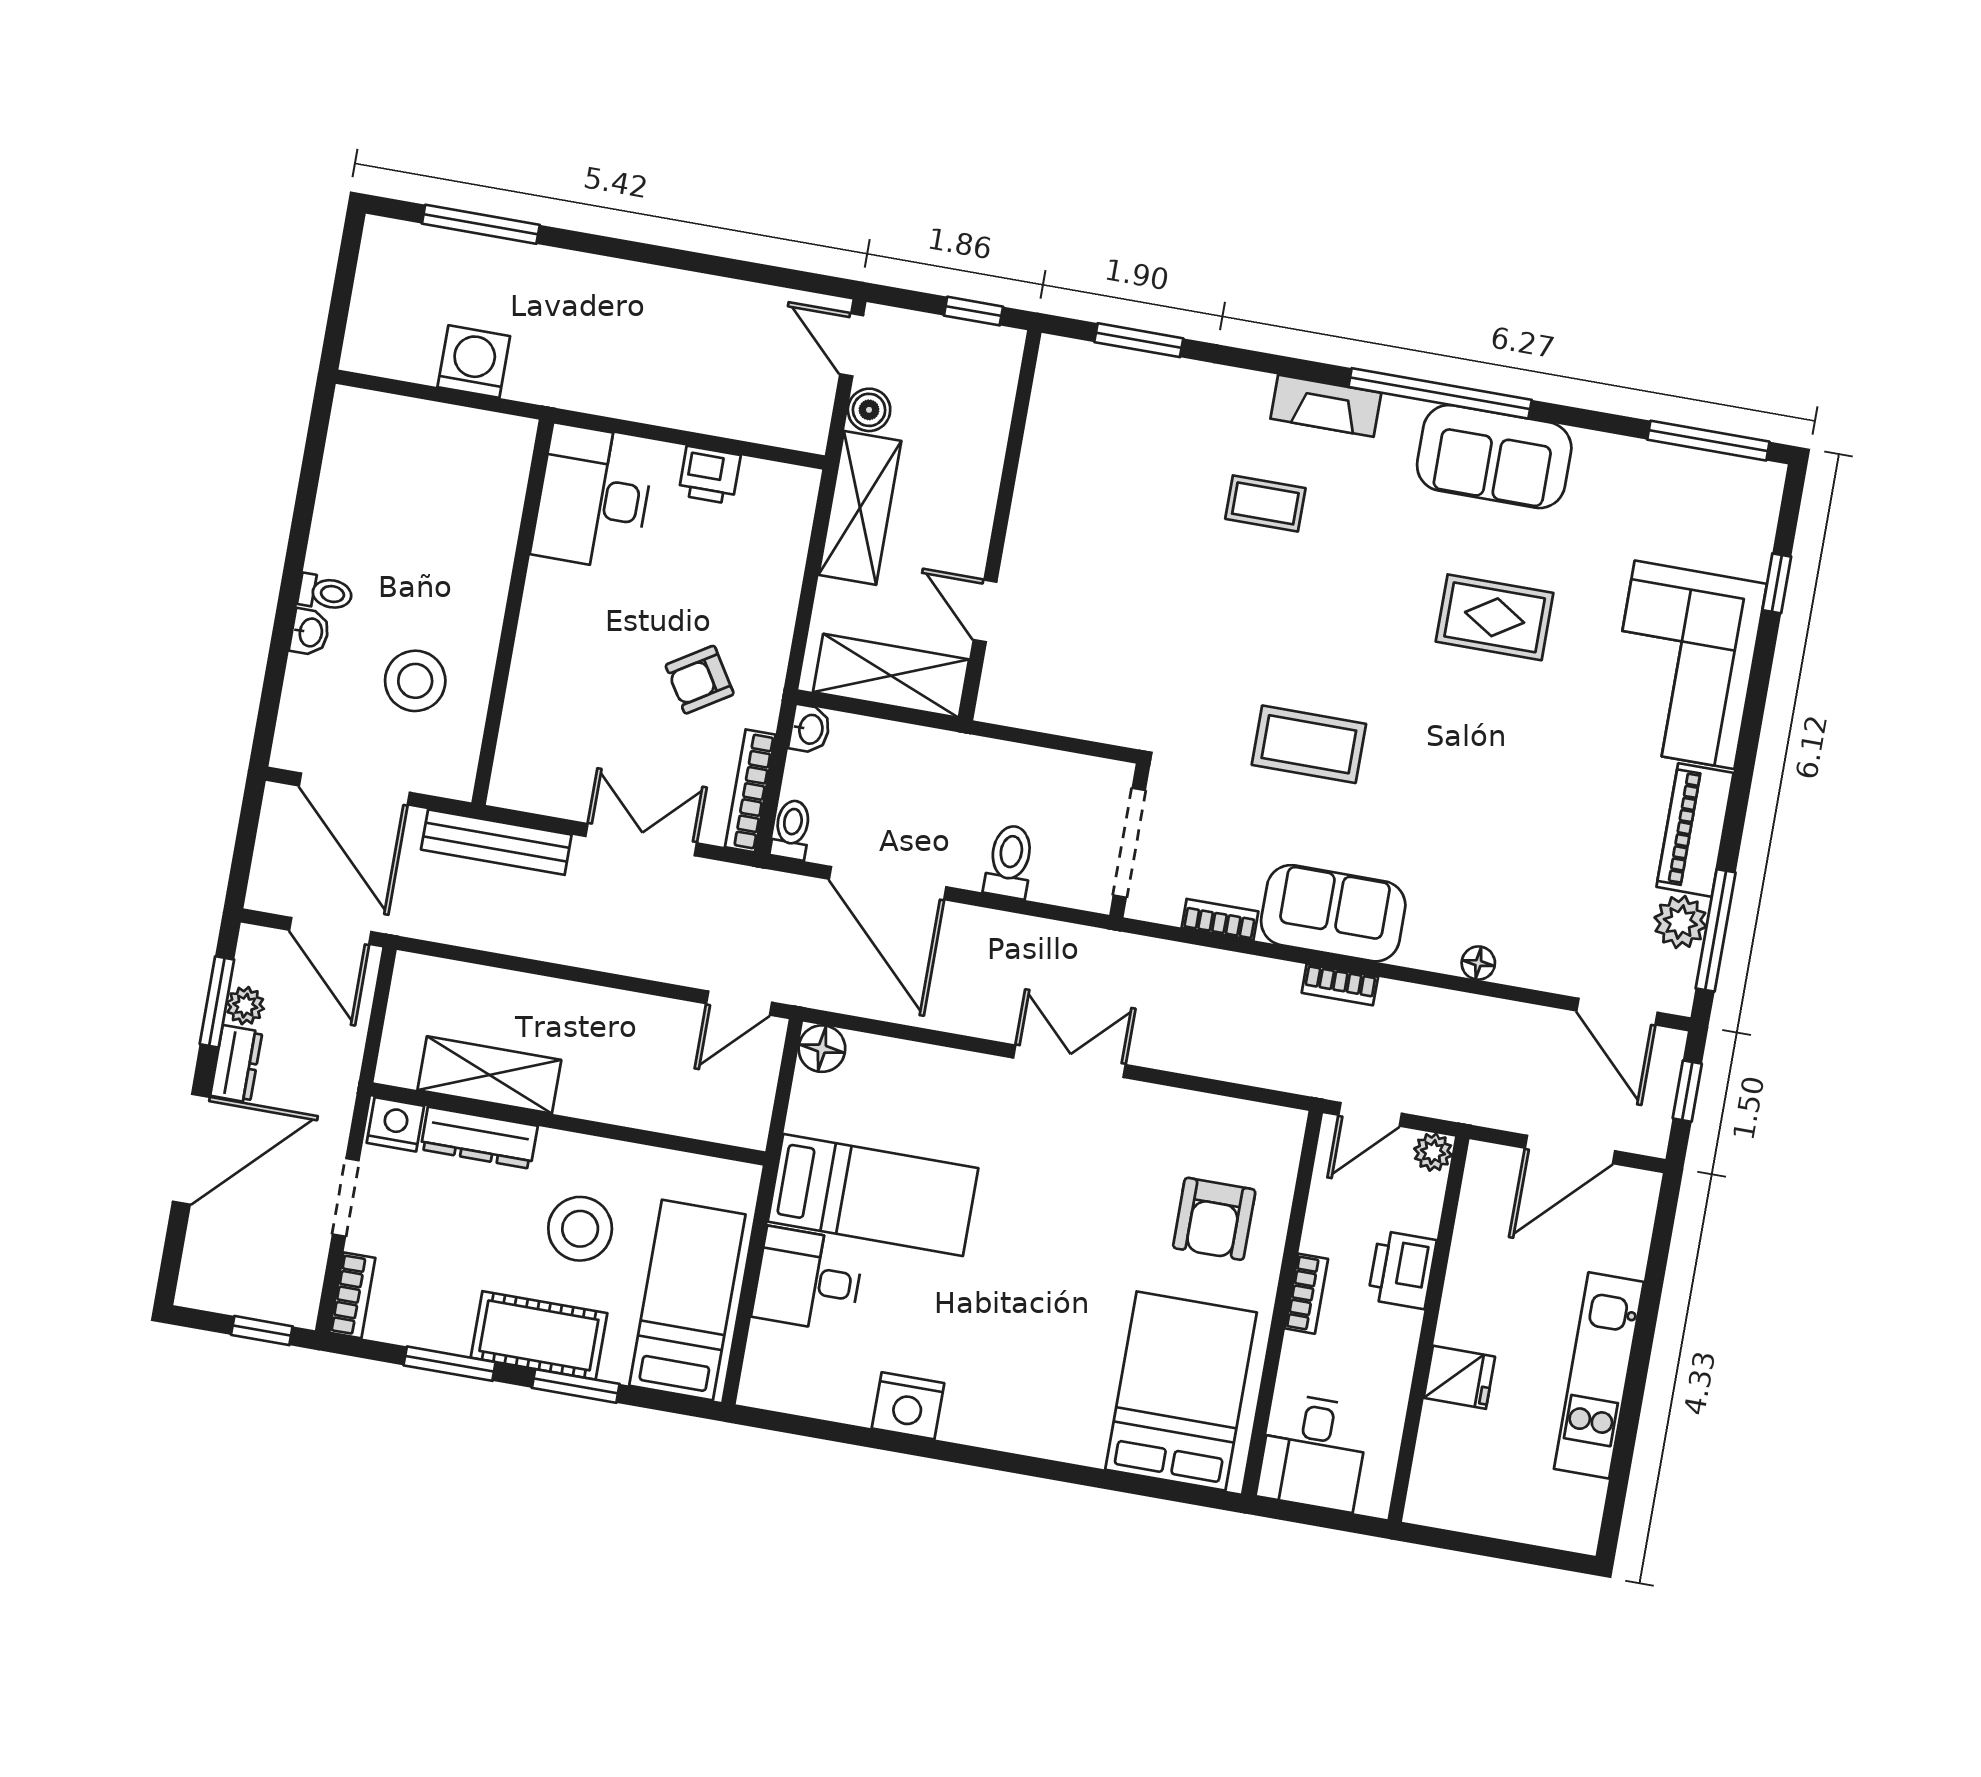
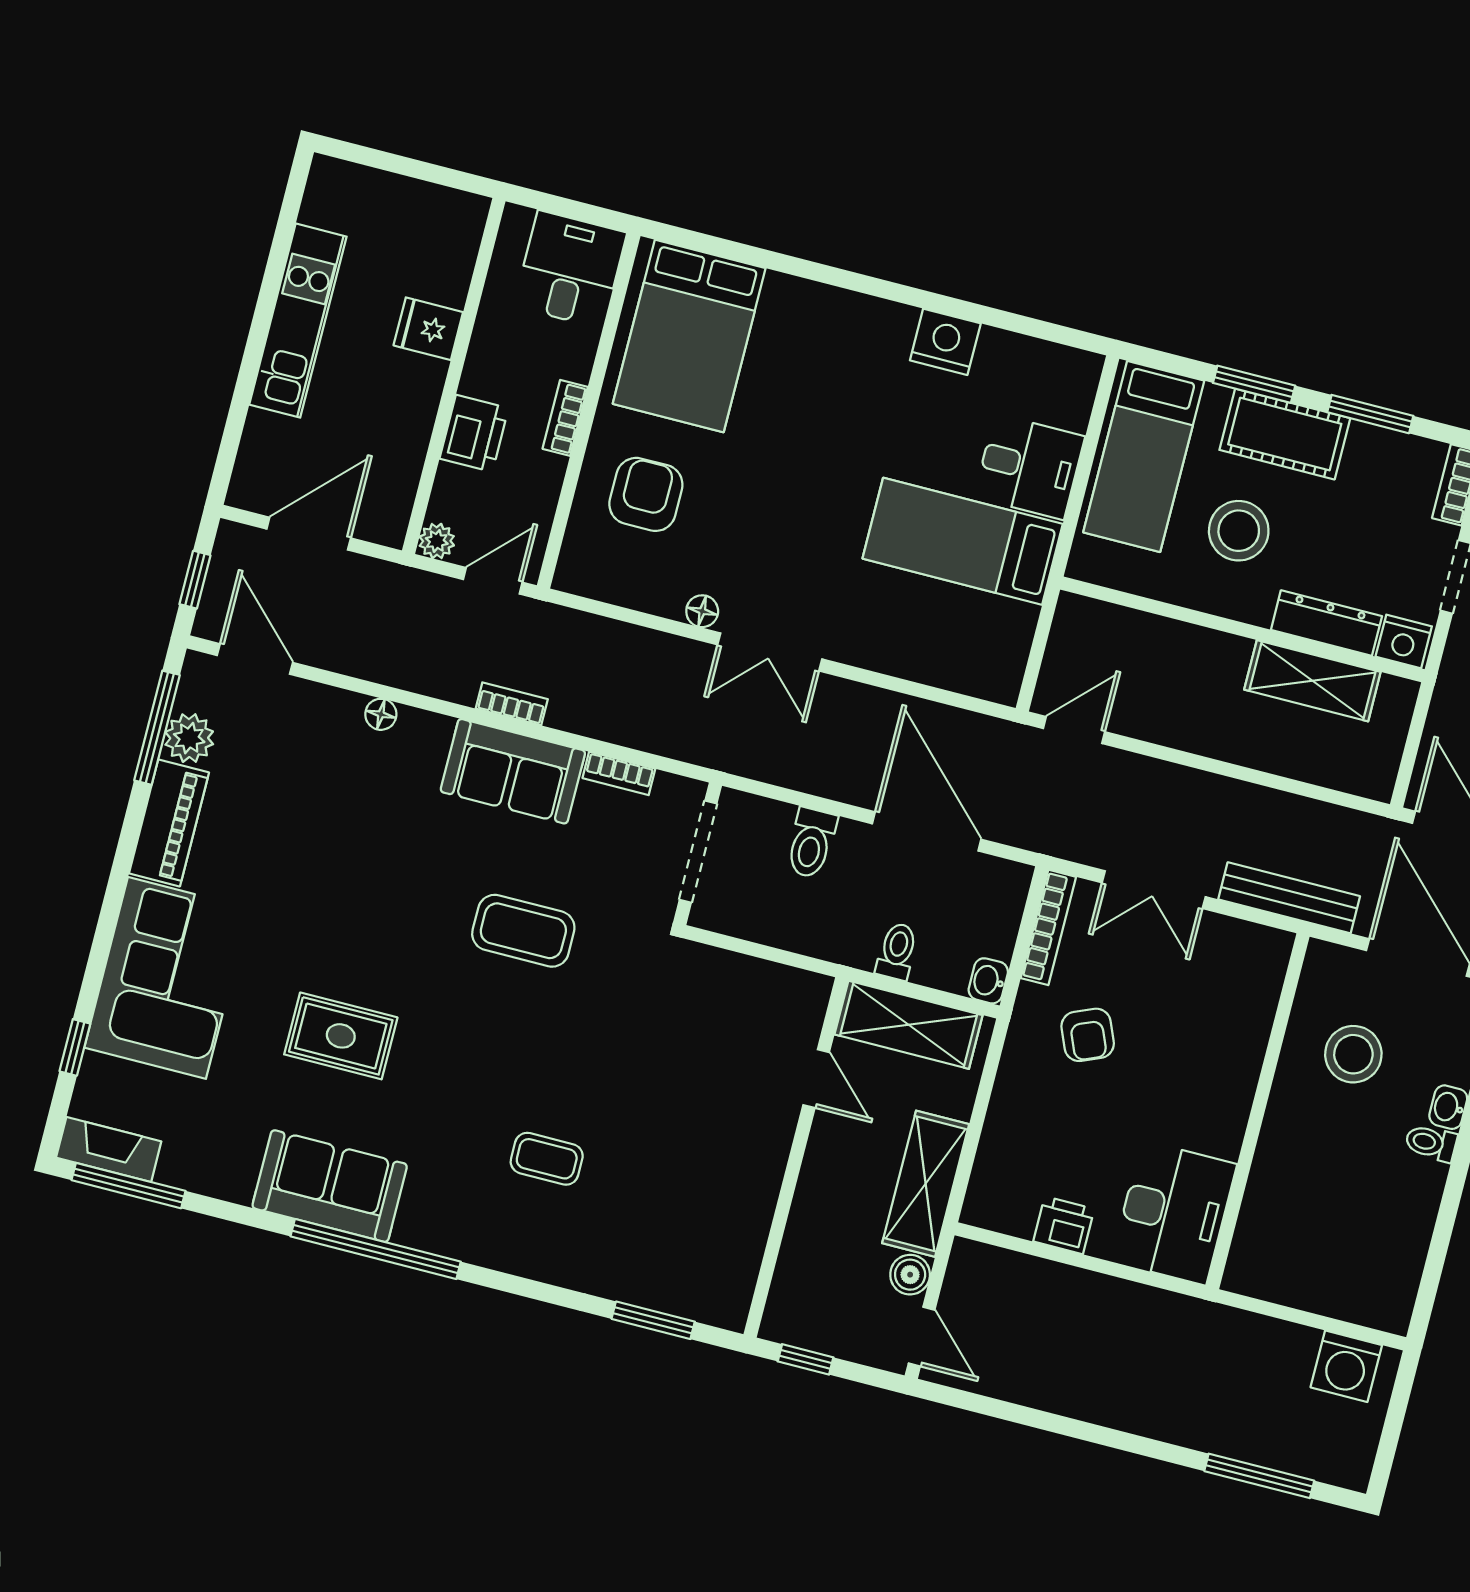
washing machine: (474, 362) -> (1346, 1366), moved
fireplace: (1326, 406) -> (109, 1149), moved
armchair: (700, 680) -> (1088, 1035), turned 99
toilet: (791, 830) -> (897, 951), moved, turned 180
floor lamp: (822, 1049) -> (702, 611), moved, width x0.73, depth x0.73

